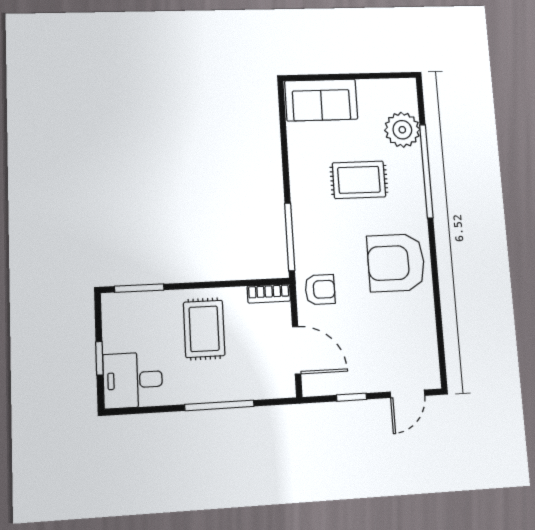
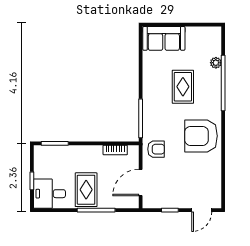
plant: (402, 130) -> (216, 63), width x0.53, depth x0.53
rug: (359, 180) -> (183, 87), turned 90
bookcase: (269, 294) -> (115, 150), moved
rug: (204, 329) -> (86, 190), moved
door: (297, 350) -> (141, 182), swing flipped

